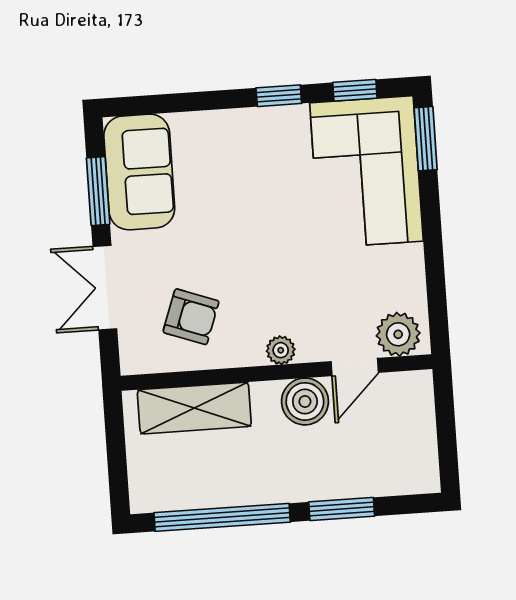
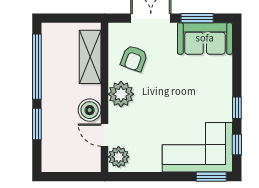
plant: (281, 350) -> (121, 94), width x1.88, depth x1.88

